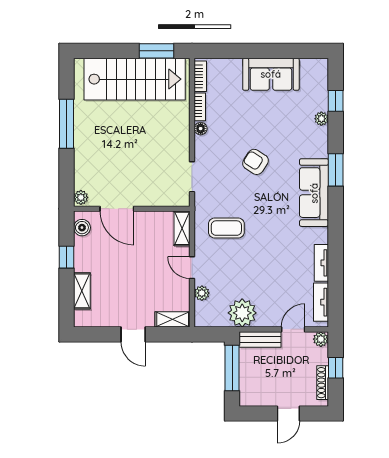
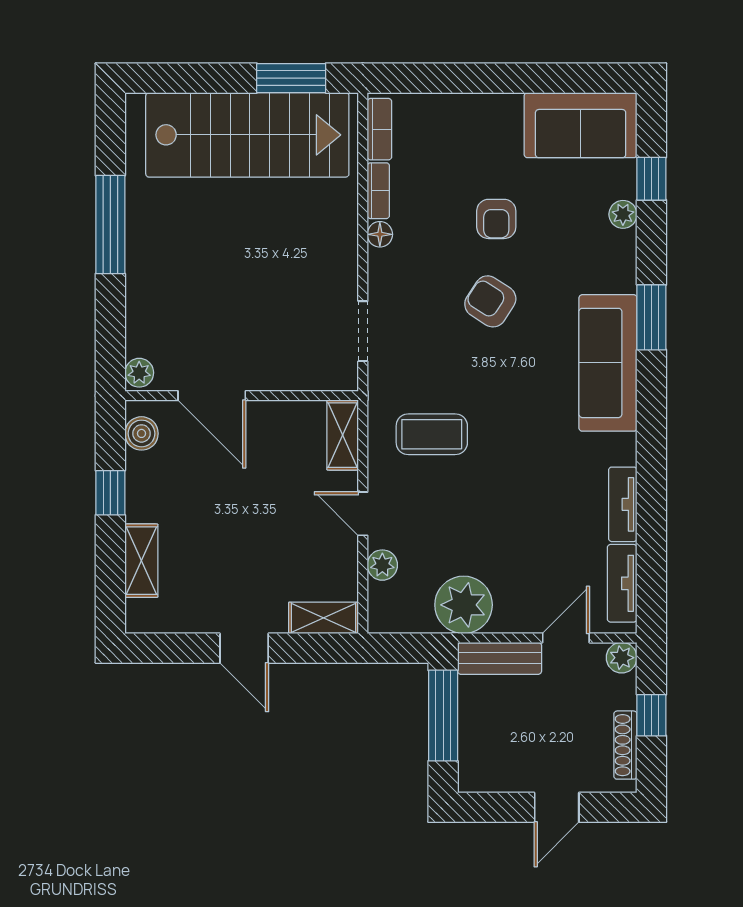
sofa: (271, 74) -> (581, 125), moved
armchair: (258, 121) -> (496, 219), added

